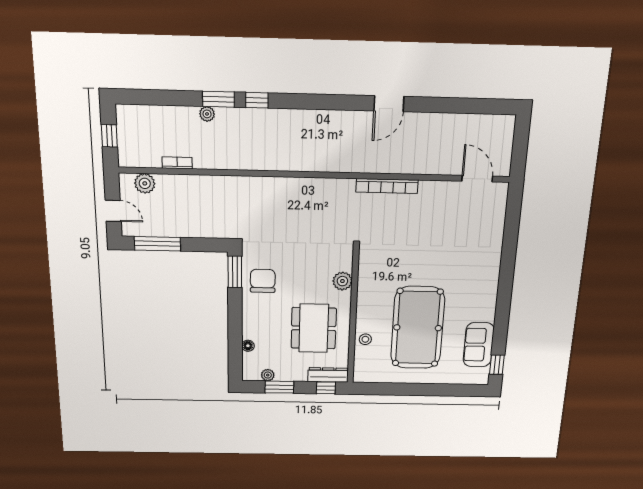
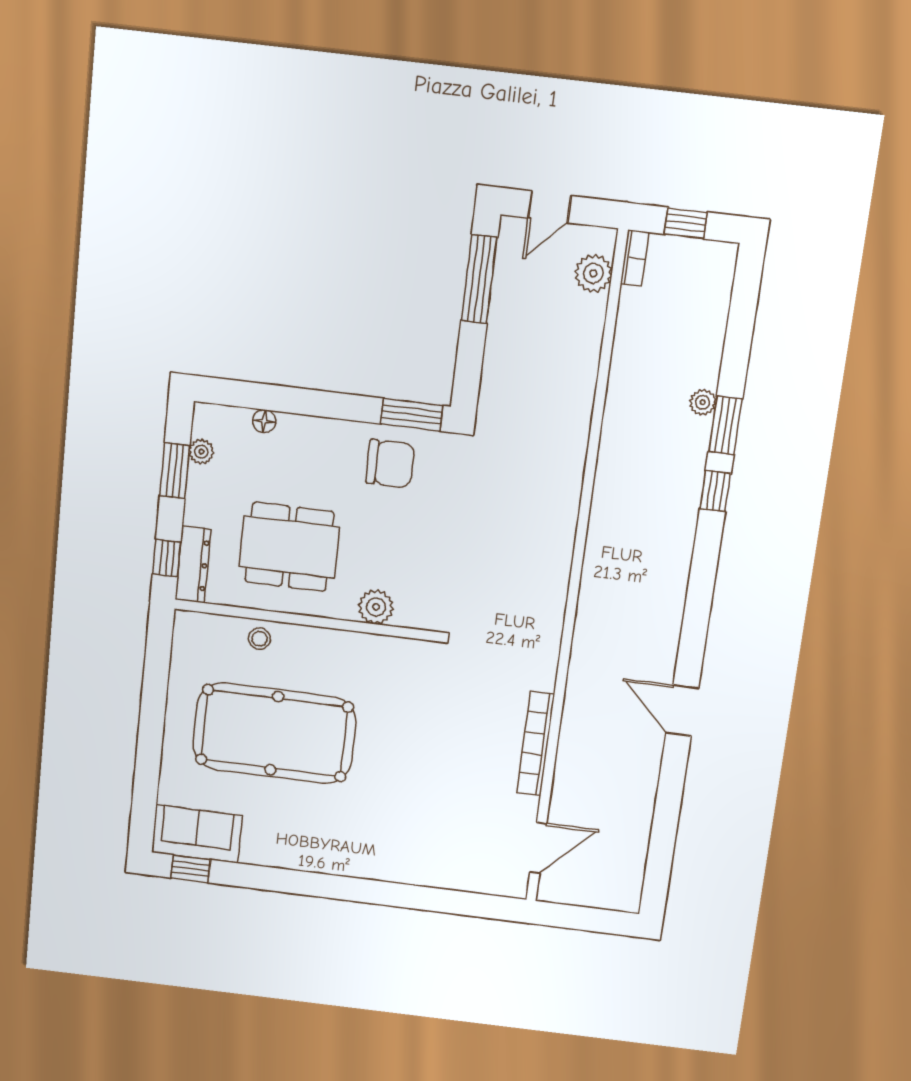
bookcase: (177, 163) -> (635, 258), moved
bookcase: (387, 186) -> (536, 744), moved
sofa: (479, 345) -> (197, 834), moved

